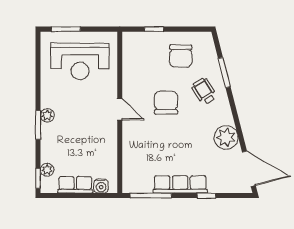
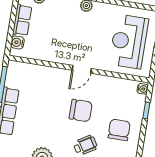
water cooler: (130, 37) -> (143, 89), added
chair: (181, 56) -> (119, 130), turned 90

